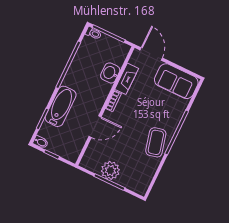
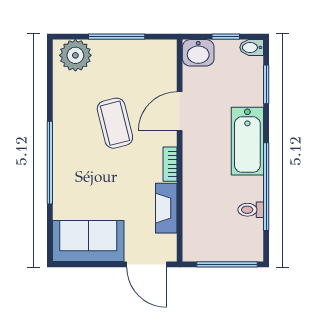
toilet: (93, 33) -> (251, 210), moved
washbasin: (110, 73) -> (198, 53), moved, turned 90
bathtub: (61, 106) -> (247, 141), moved
coffee table: (156, 142) -> (115, 123), moved
plant: (110, 170) -> (75, 55), moved

